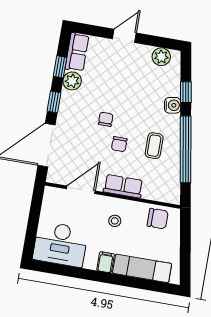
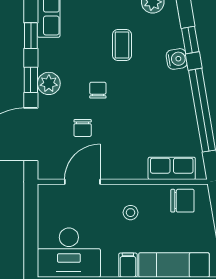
plant: (72, 81) -> (49, 83), moved
chair: (119, 144) -> (83, 128), moved
coffee table: (154, 146) -> (122, 45), moved
row of seats: (123, 186) -> (172, 168), moved

